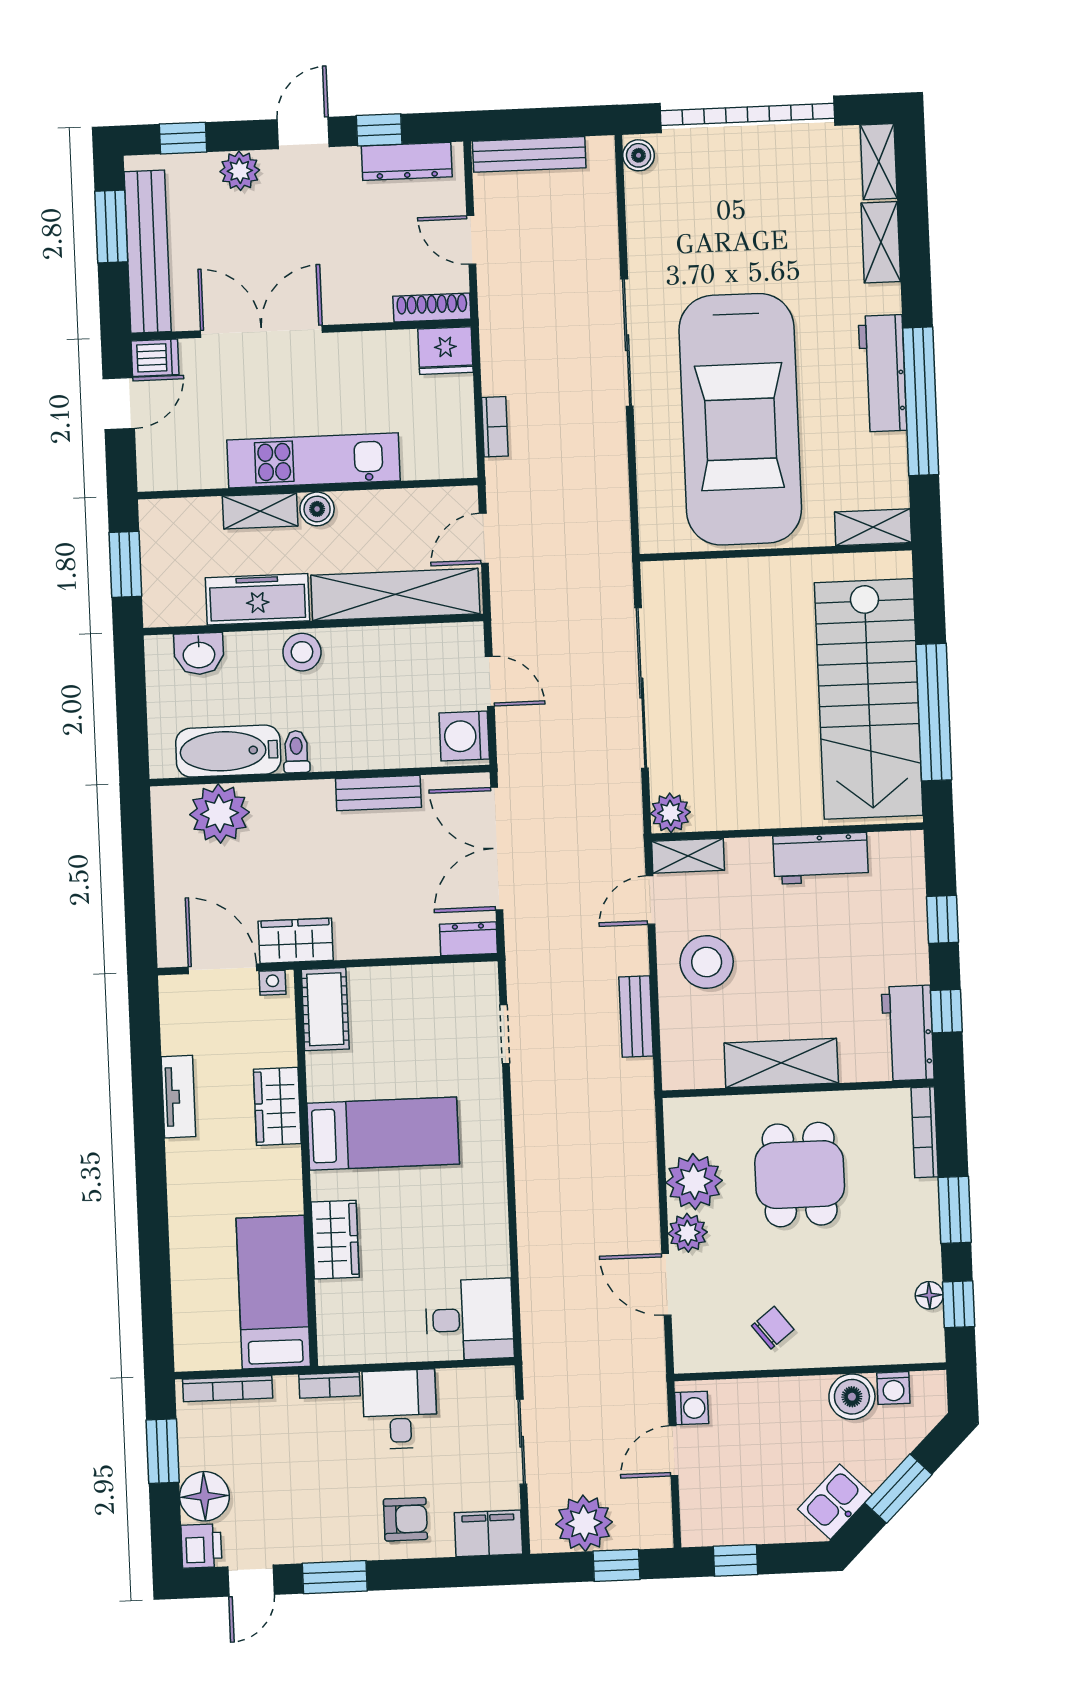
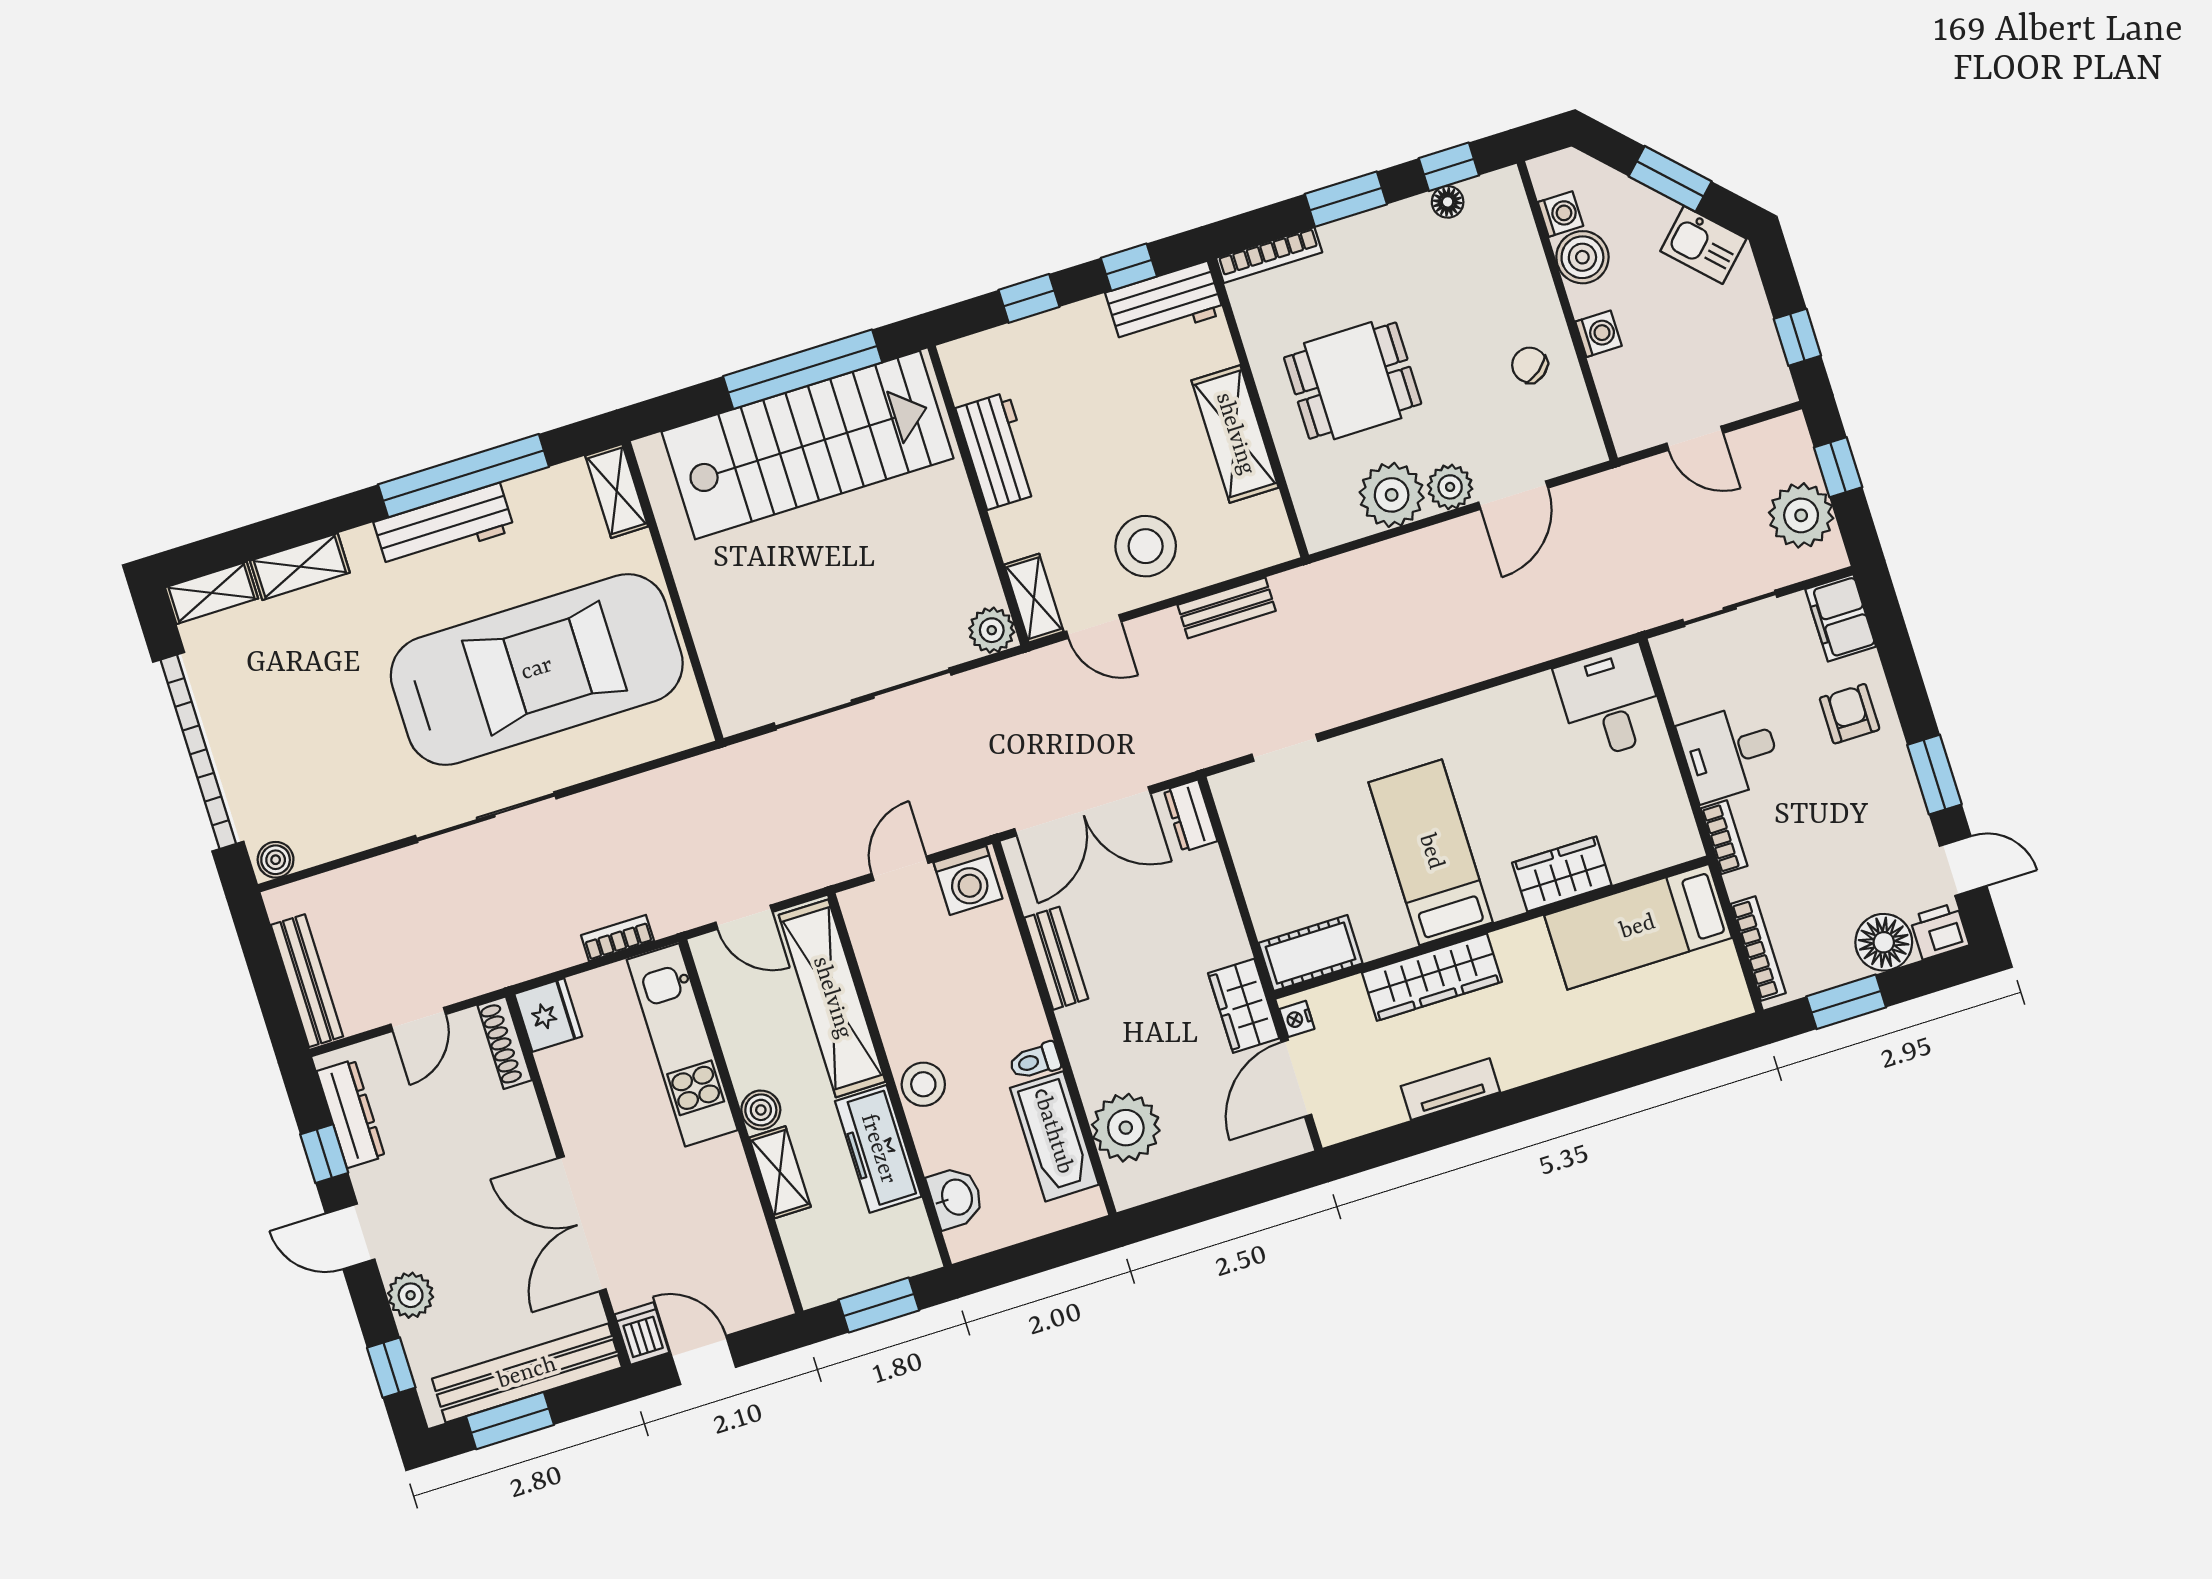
kitchen unit: (314, 460) -> (682, 1045), moved
wardrobe: (277, 1106) -> (1432, 977), width x1.50
washing machine: (692, 1408) -> (1598, 334), moved, turned 90

